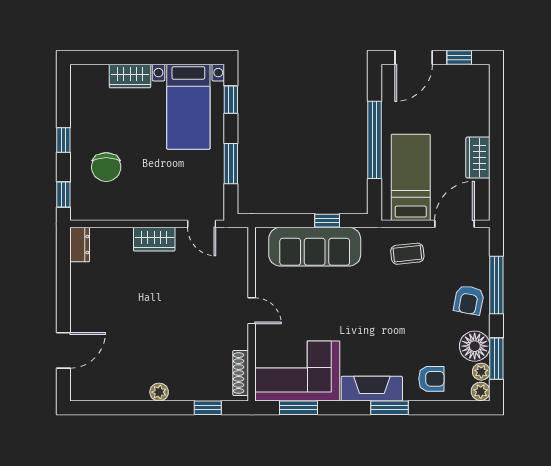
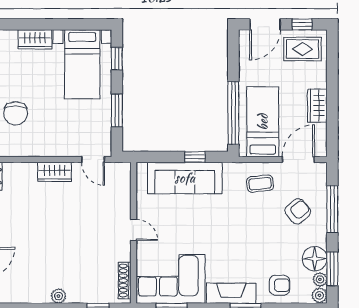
rug: (460, 88) -> (303, 49), added
window: (375, 140) -> (233, 113), moved
armchair: (469, 300) -> (298, 211), moved, turned -141

